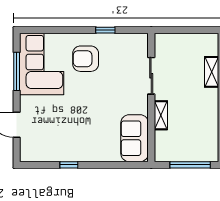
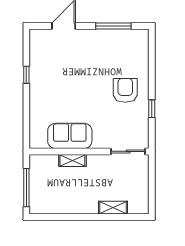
corner sofa: (42, 64) -> (120, 49), removed
sliding door: (151, 76) -> (128, 151), moved
sofa: (135, 138) -> (70, 136), moved

